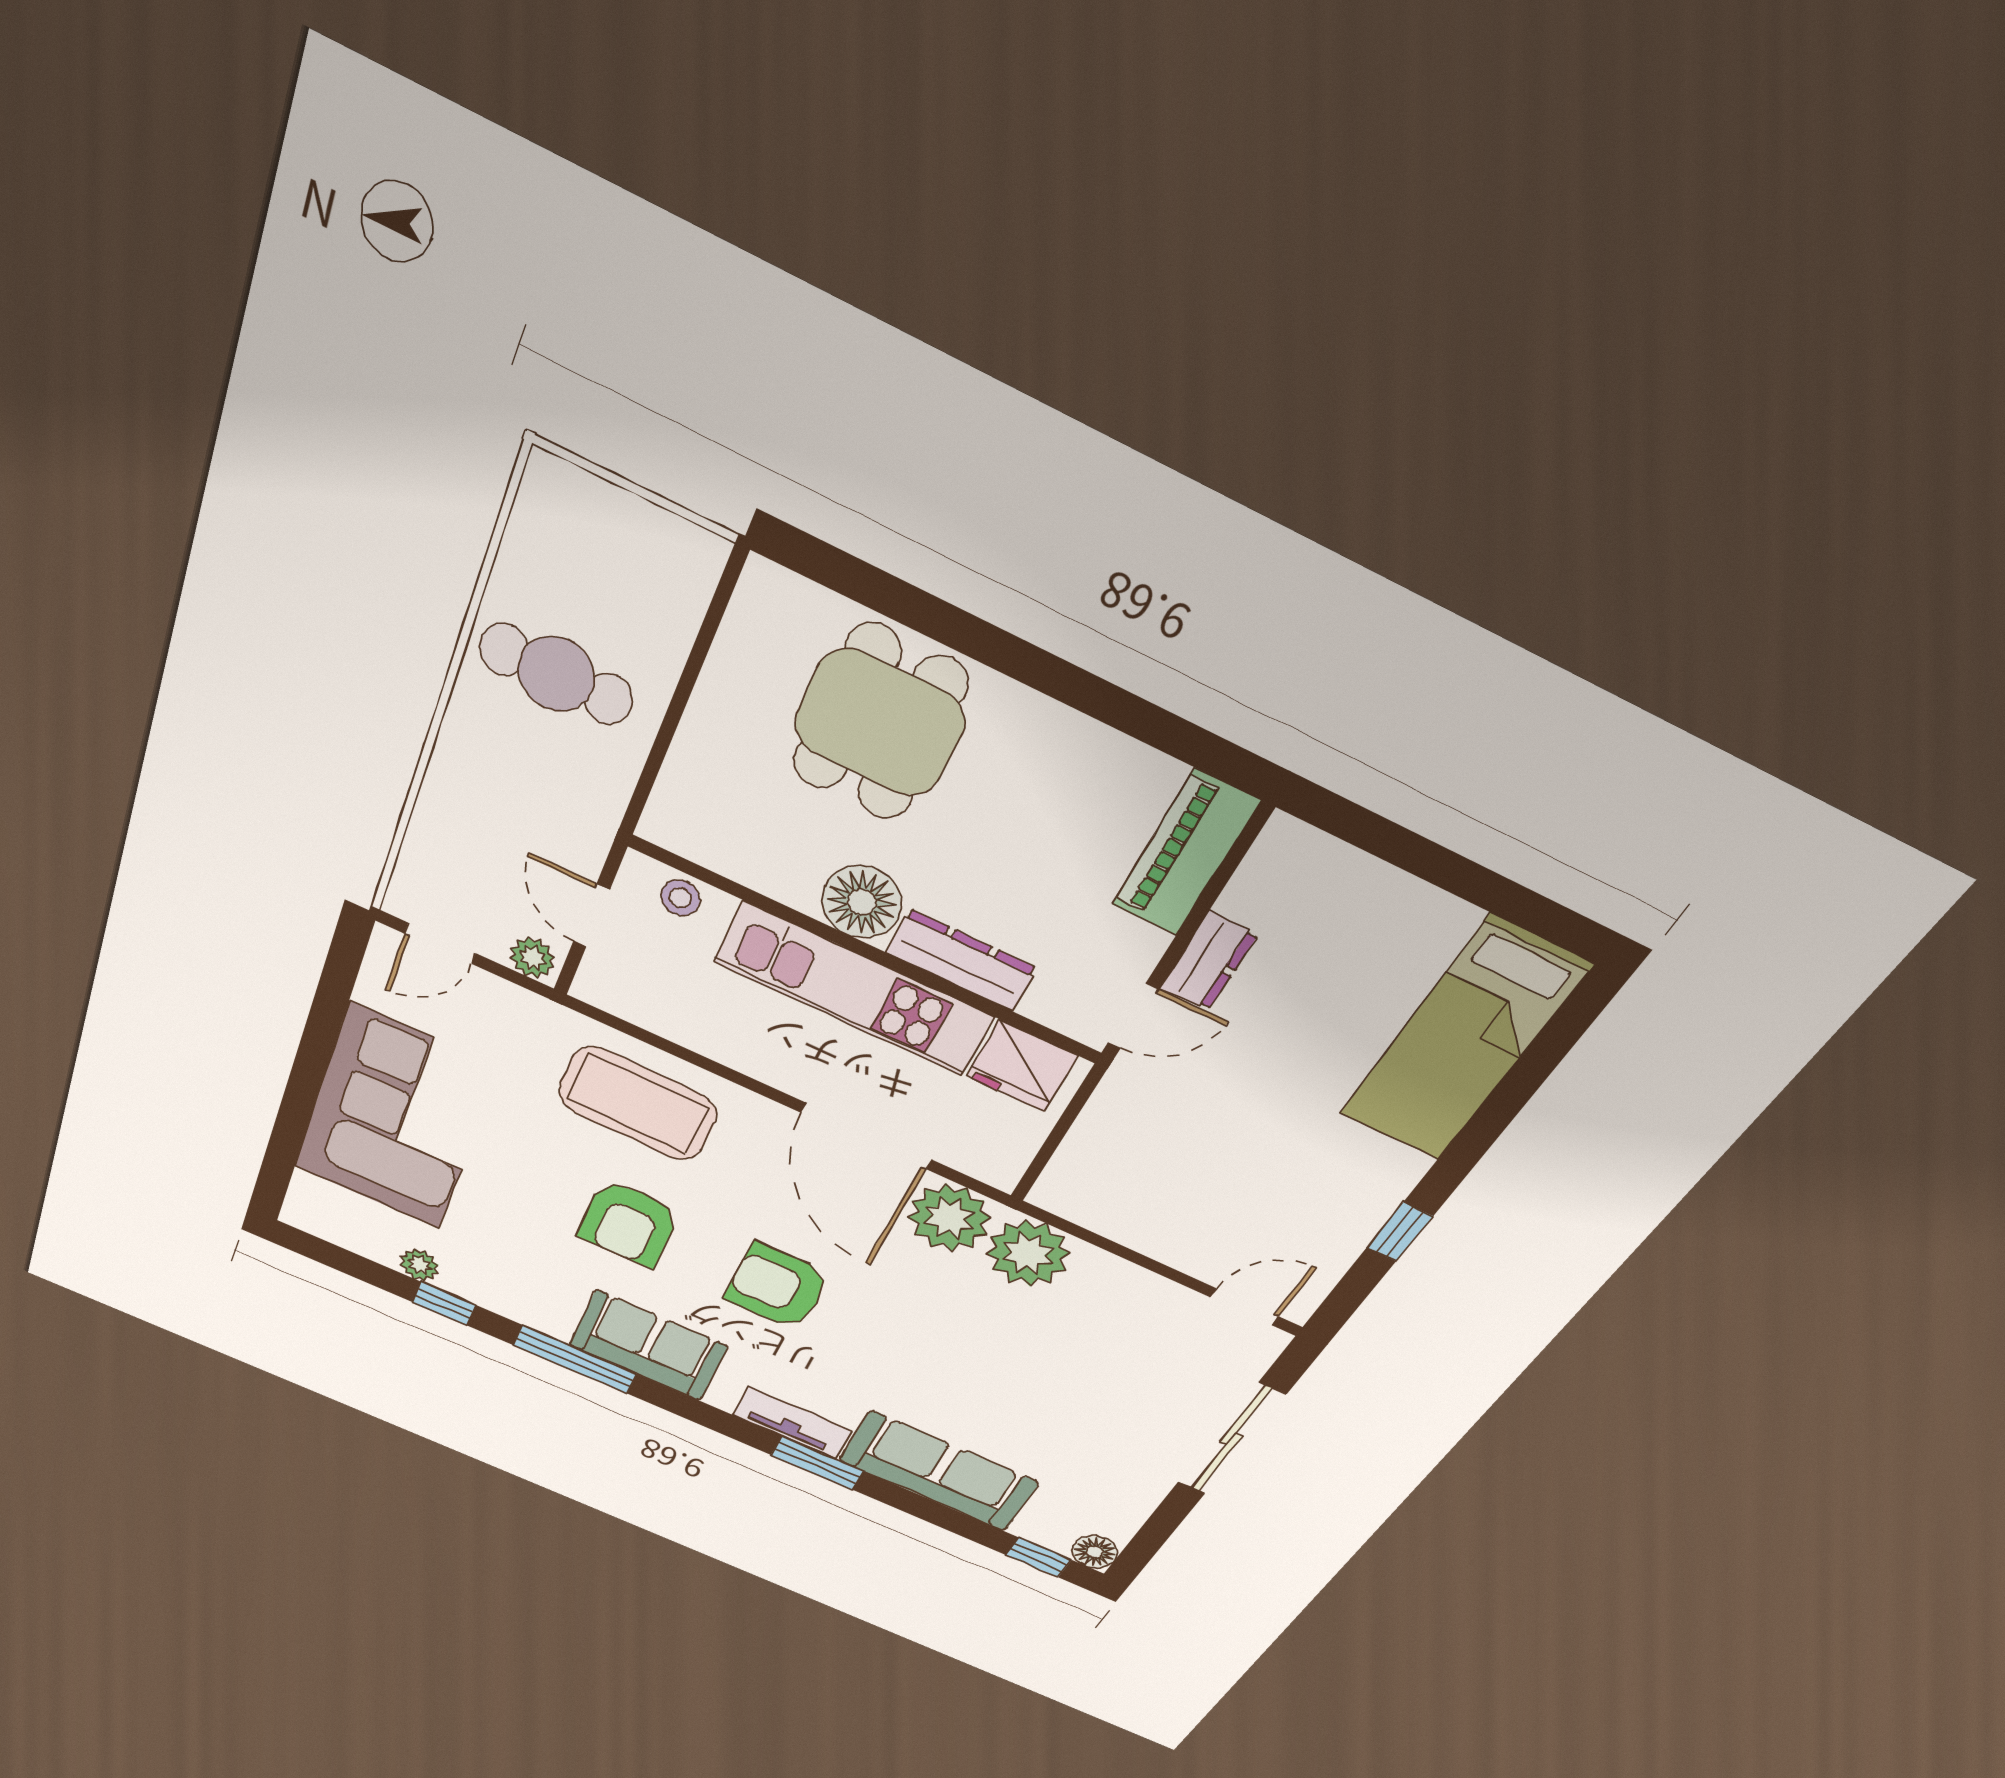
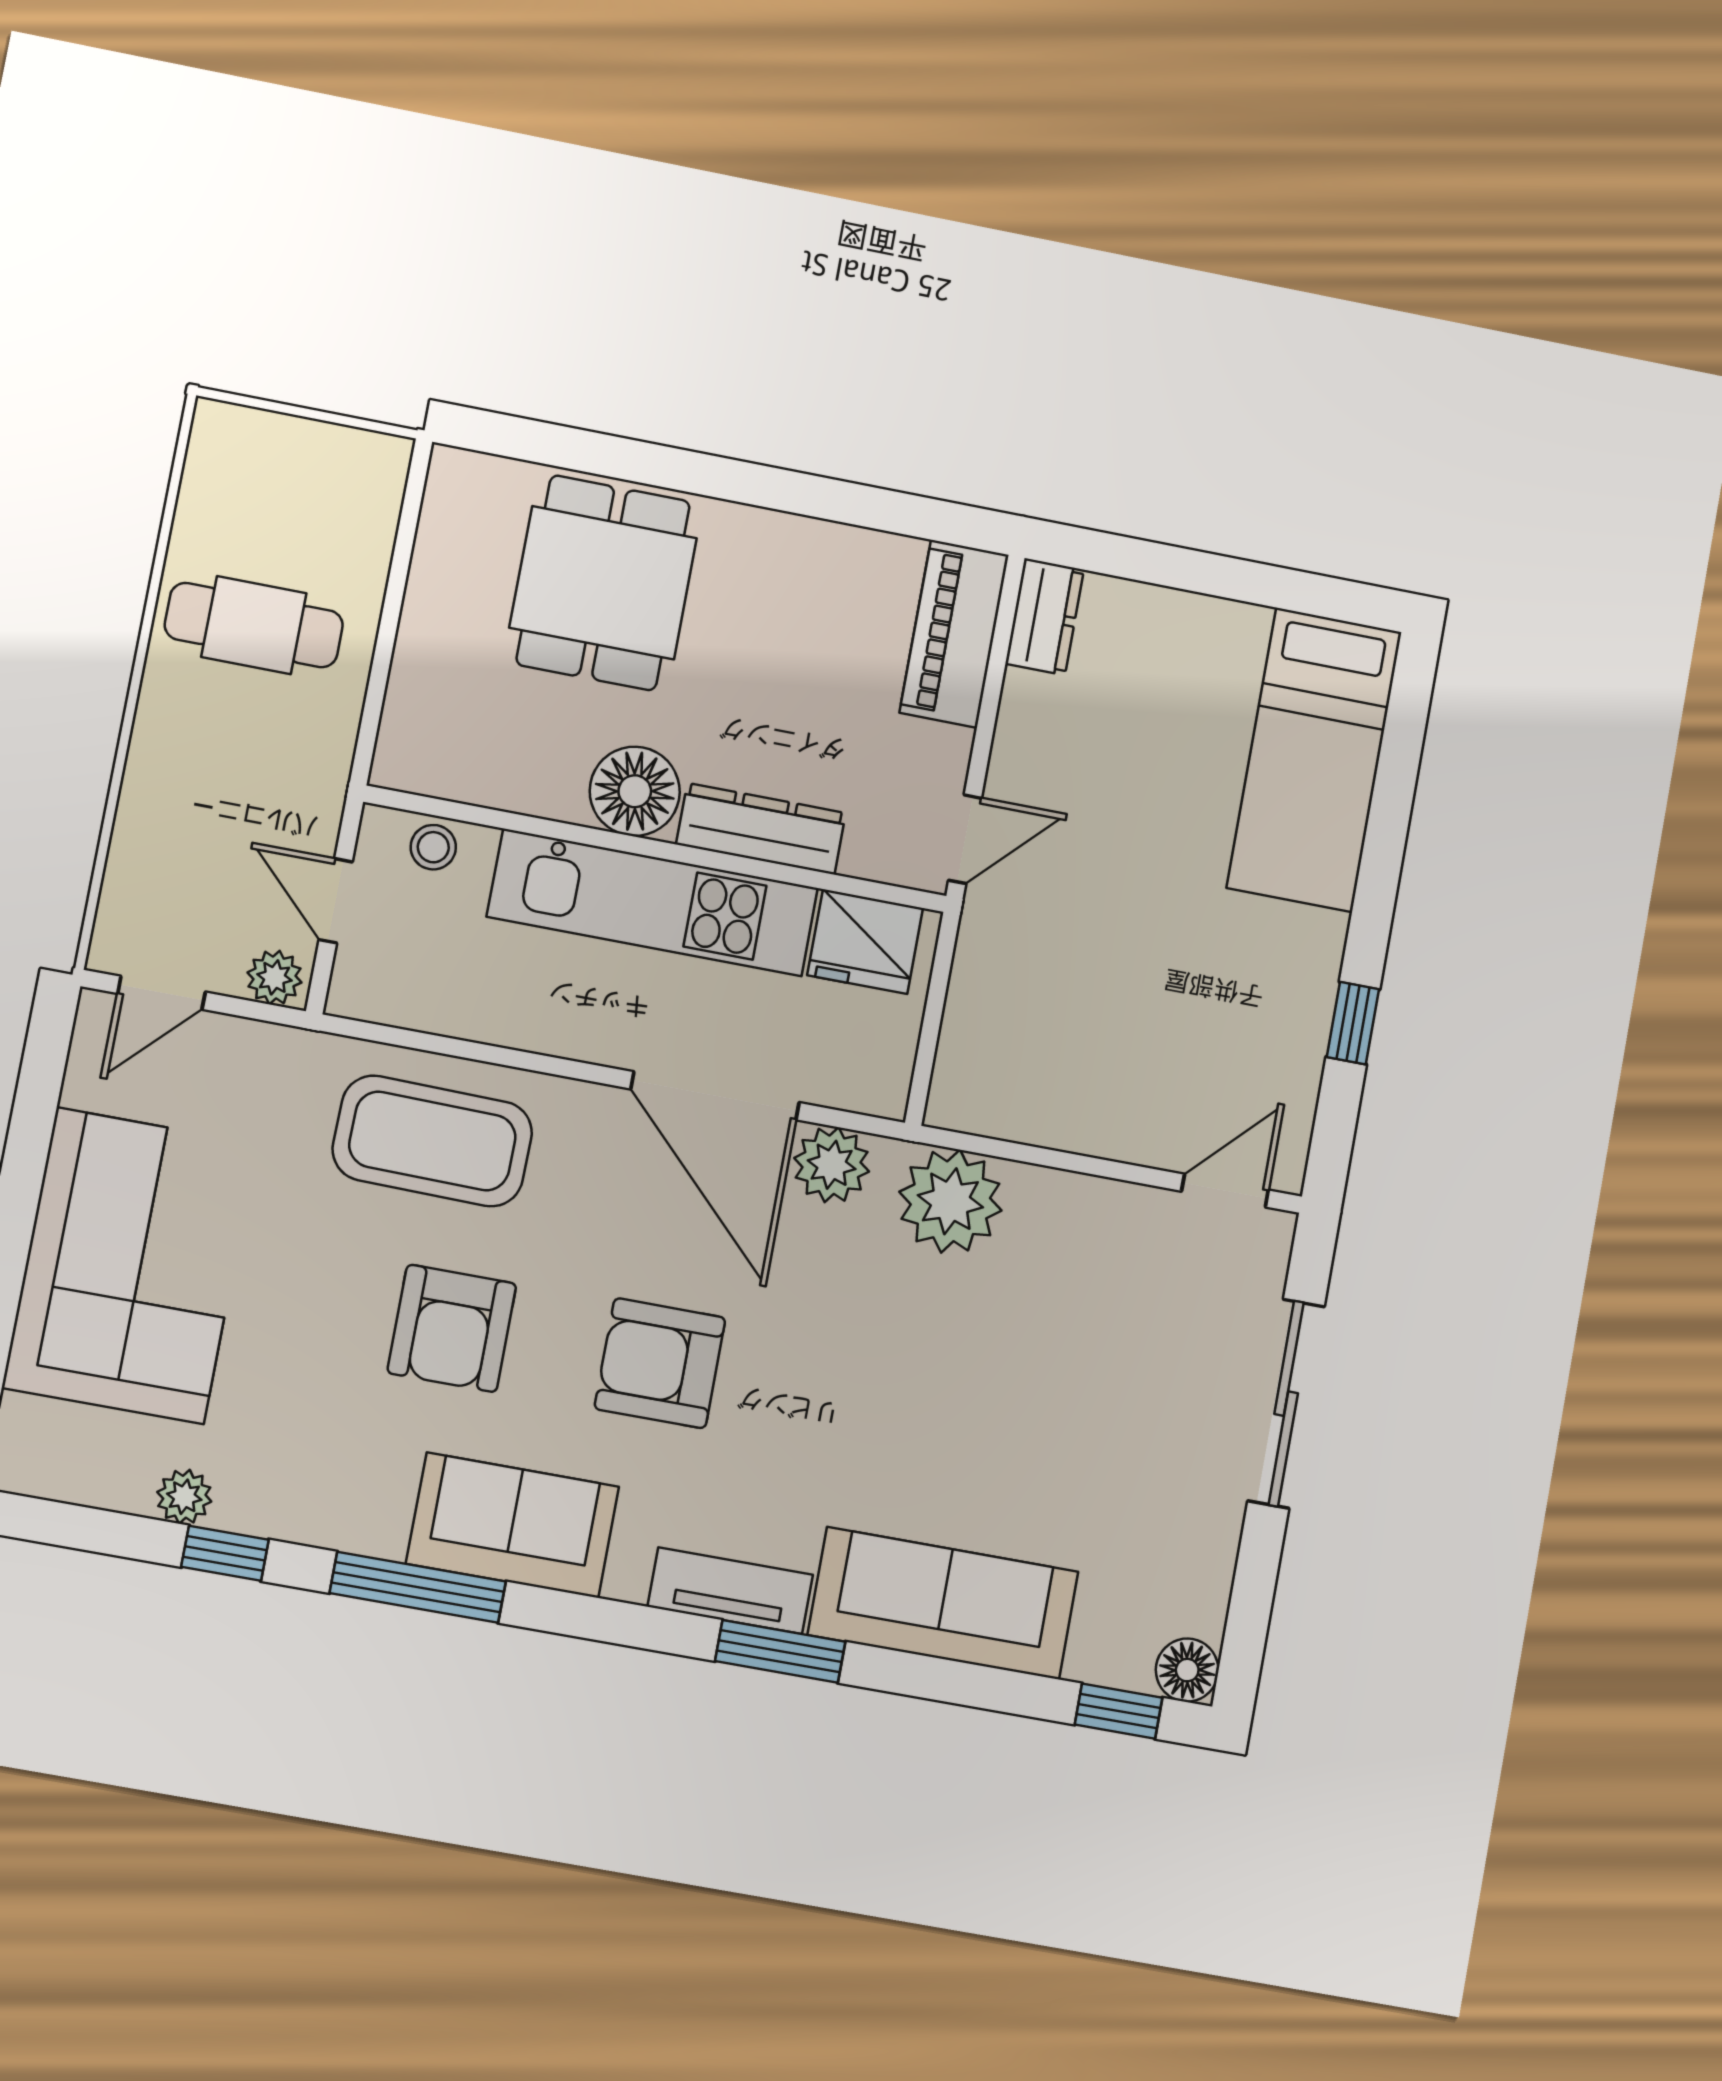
dresser: (1209, 961) -> (1045, 617), moved
plant: (949, 1218) -> (832, 1165), width x0.73, depth x0.73

